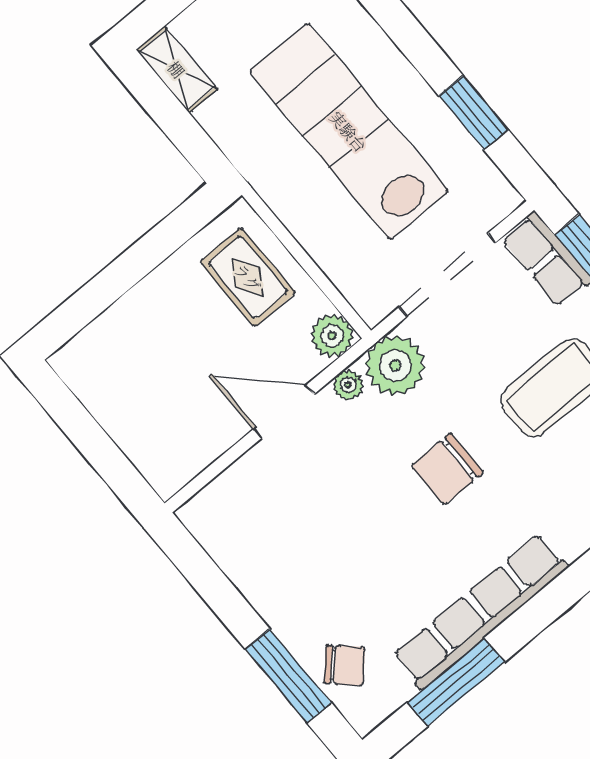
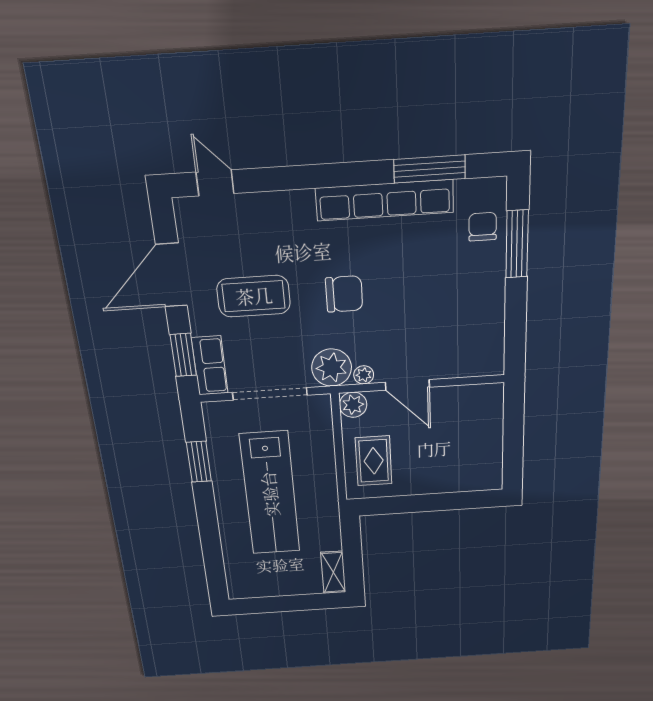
chair: (345, 665) -> (483, 227), turned 47

